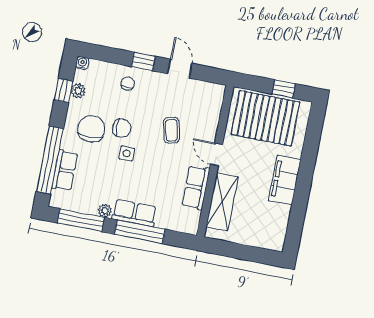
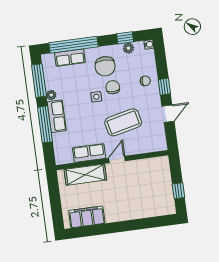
pallet: (265, 118) -> (154, 185), removed
chair: (122, 128) -> (113, 87), turned 180
chair: (91, 129) -> (105, 66), turned 90
coffee table: (171, 130) -> (123, 122), width x1.86, depth x1.72
filing cabinet: (285, 180) -> (87, 217), moved

